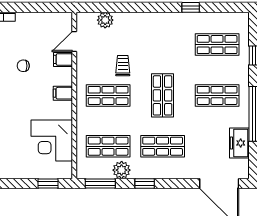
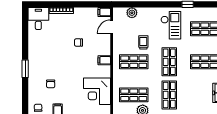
checkout: (165, 39) -> (171, 25), added
filing cabinet: (63, 59) -> (104, 12), moved
shop shelf: (163, 146) -> (169, 95), turned 90

